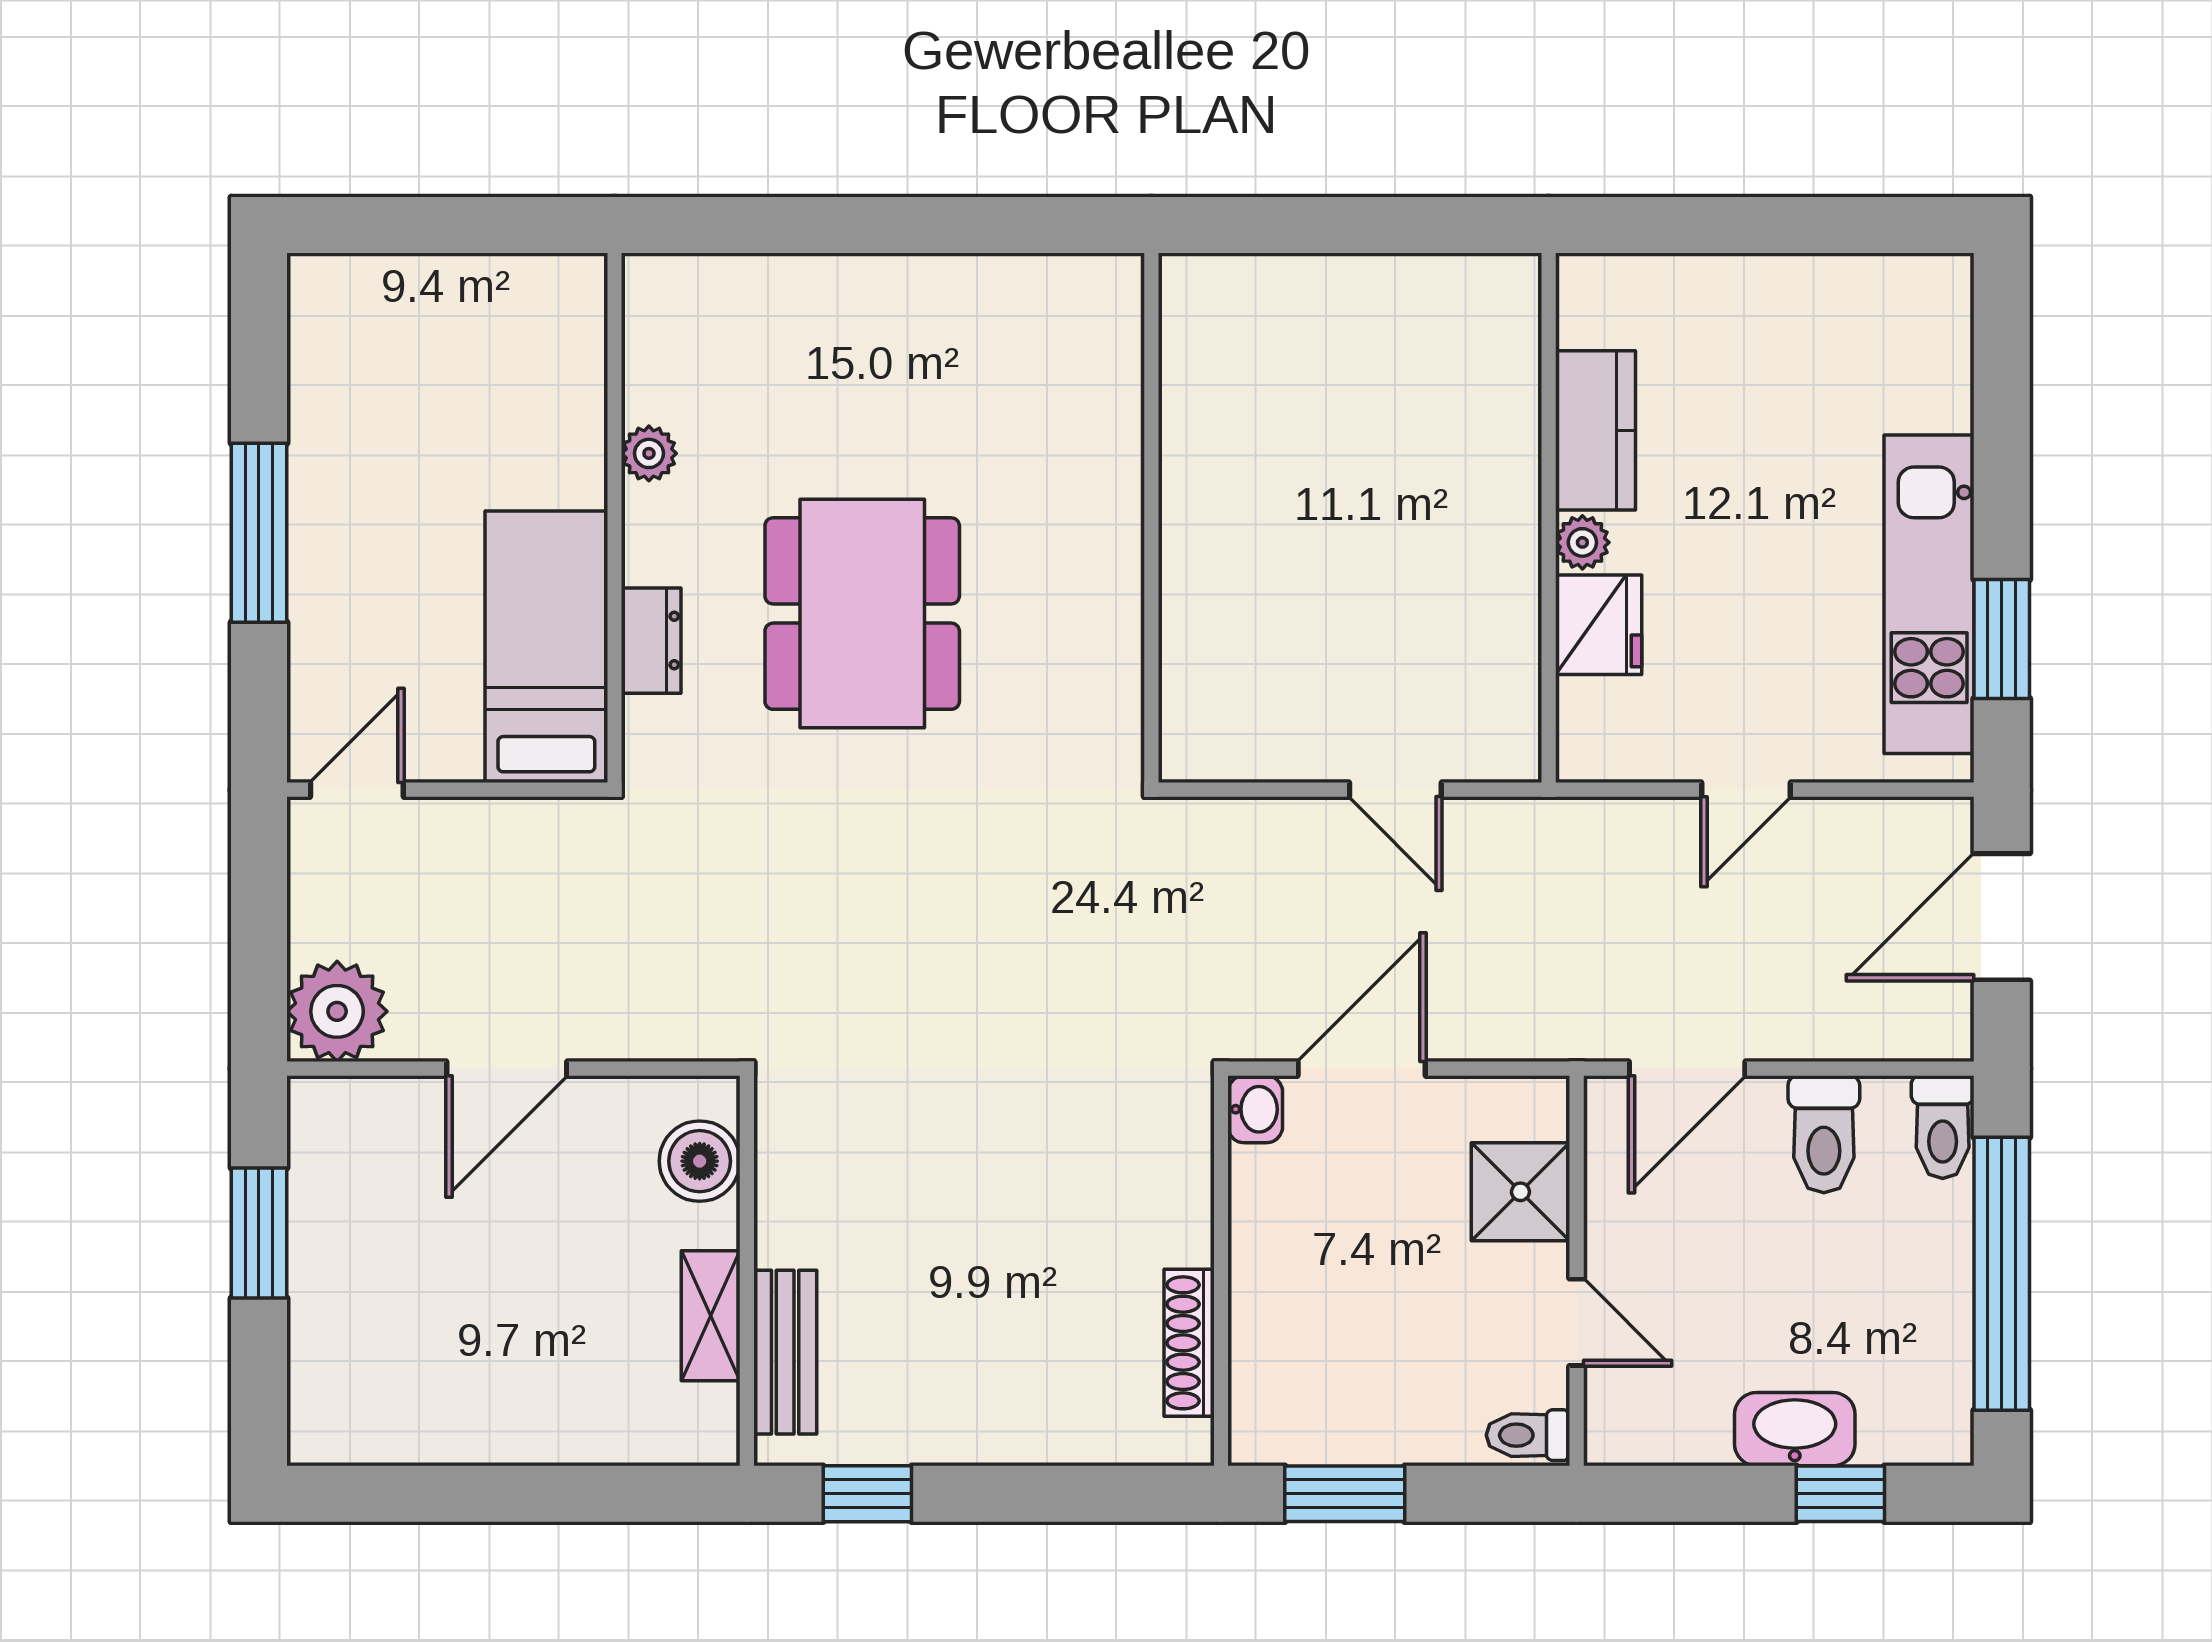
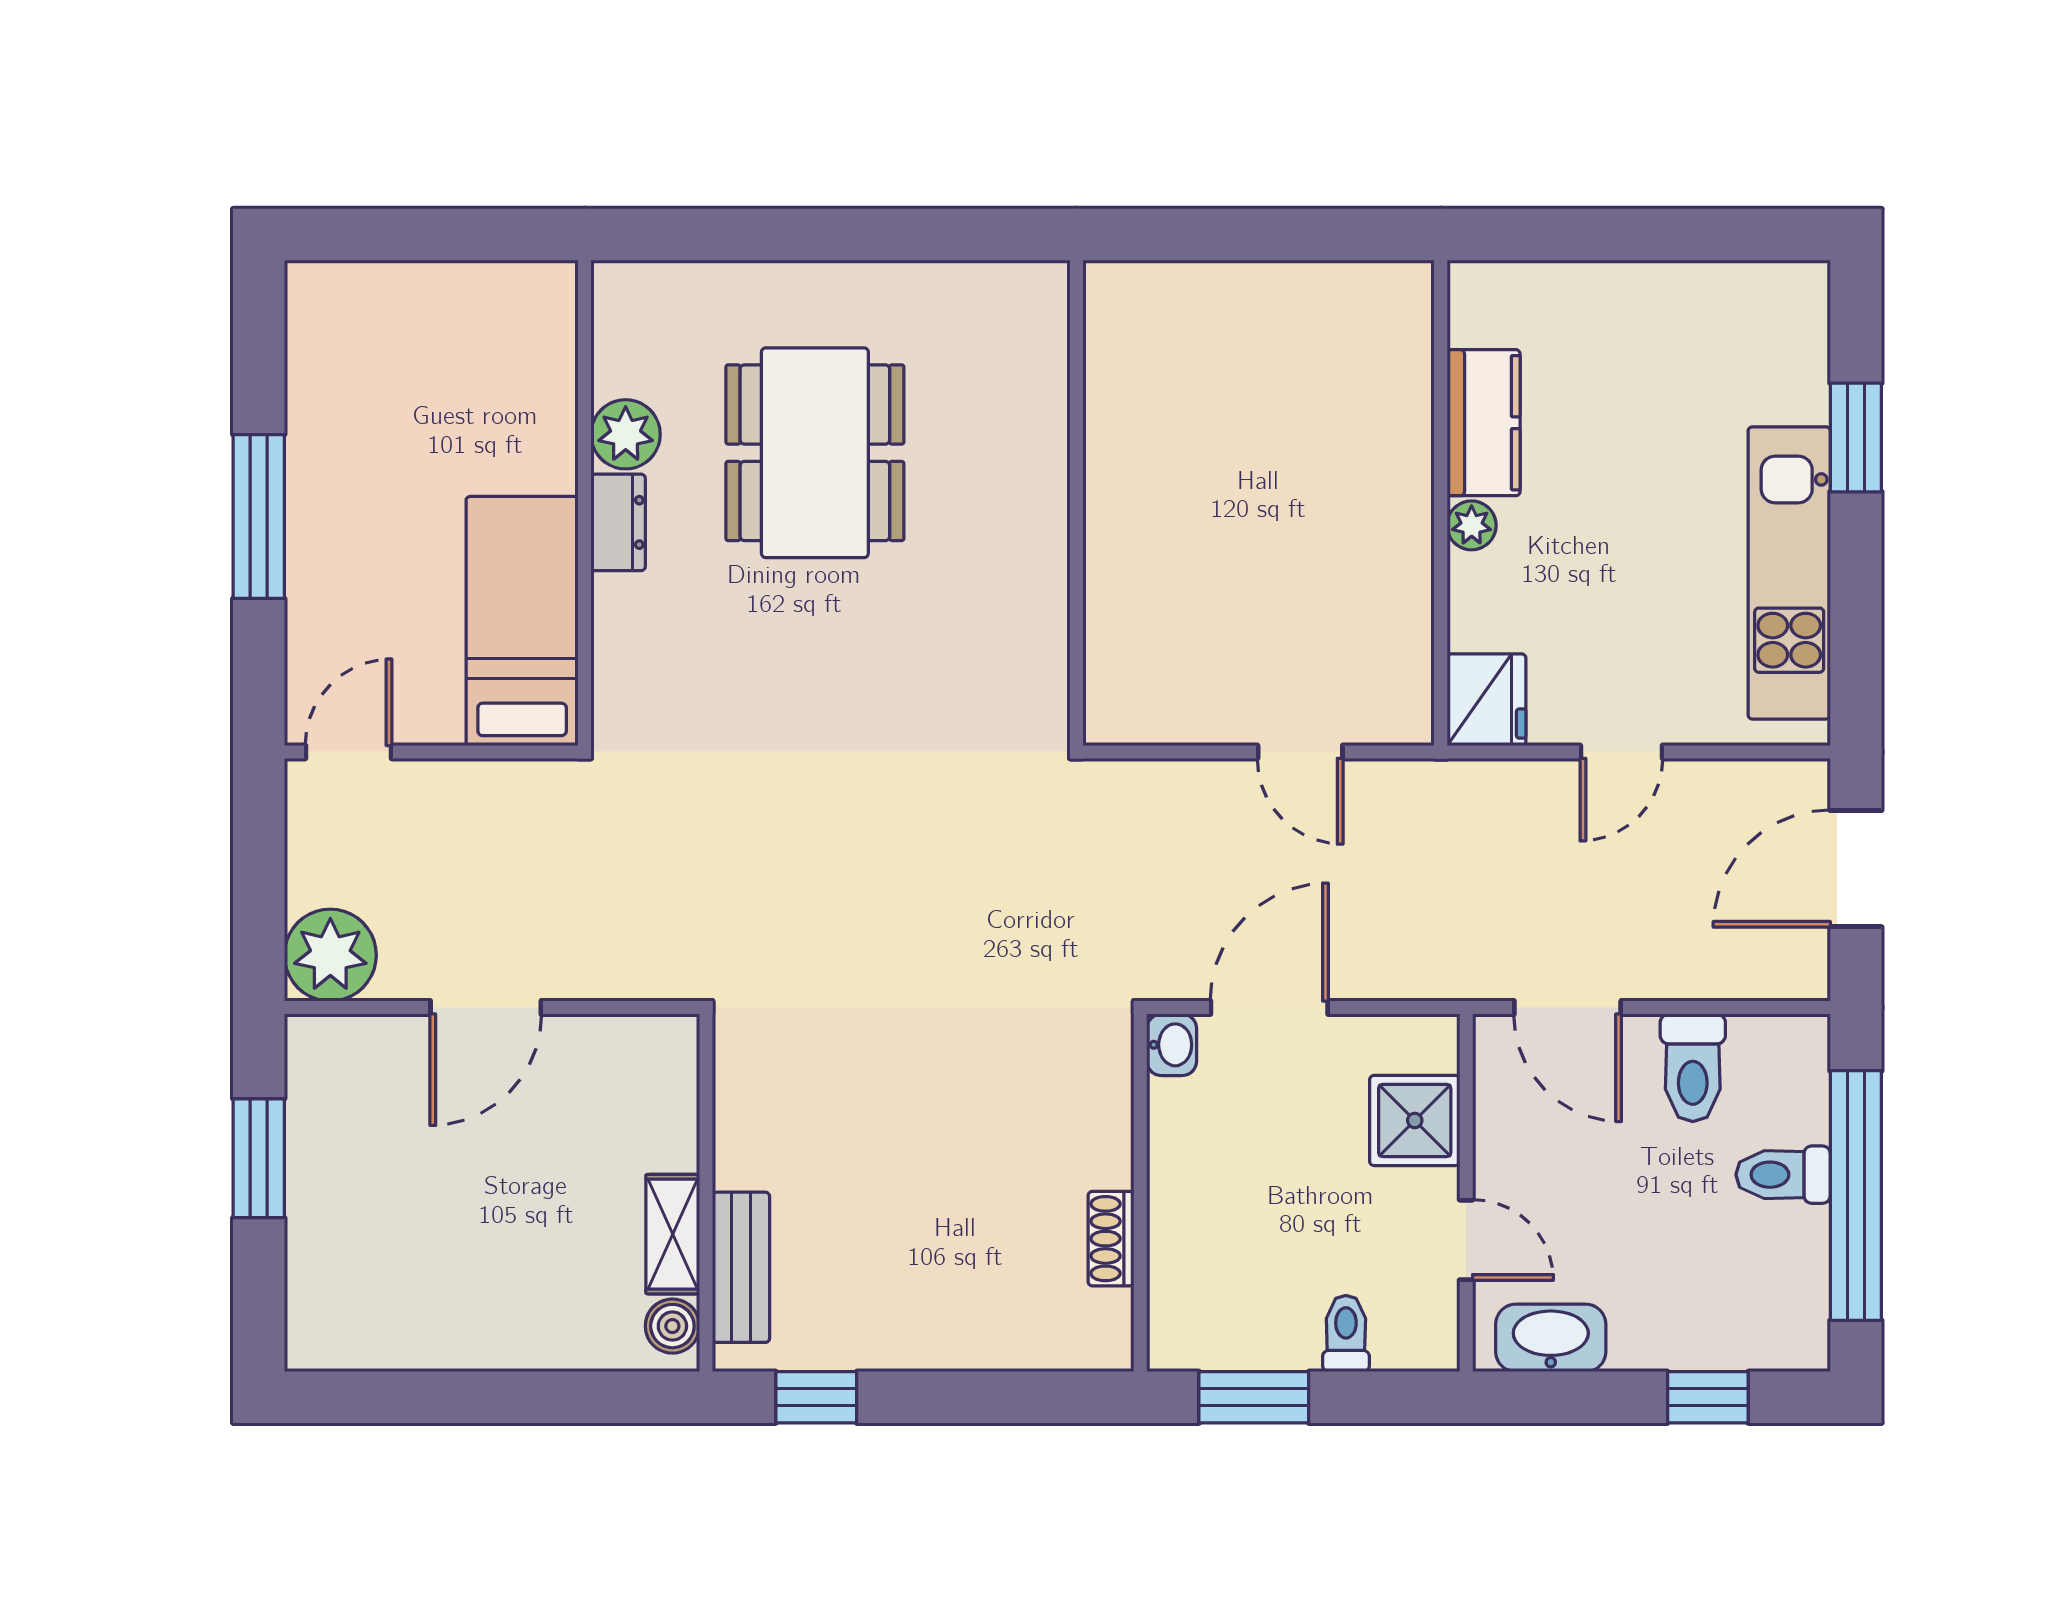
plant: (649, 453) -> (626, 434), width x1.38, depth x1.38
dining table: (862, 614) -> (815, 453), moved
fridge: (1599, 625) -> (1486, 700), moved
window: (2002, 639) -> (1856, 437), moved
dresser: (651, 641) -> (618, 522), moved
door: (1687, 1069) -> (1568, 1008), hinge flipped
toilet: (1943, 1127) -> (1783, 1175), moved, turned 90
boiler: (700, 1161) -> (672, 1326), moved, width x0.73, depth x0.73
shoe rack: (1189, 1343) -> (1111, 1239), width x0.70
washbasin: (1795, 1429) -> (1551, 1338), moved
toilet: (1528, 1435) -> (1346, 1334), moved, turned 90

